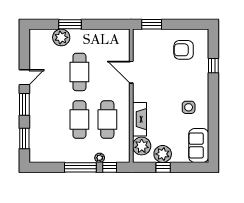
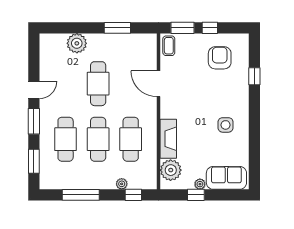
window: (70, 24) -> (117, 28), moved
window: (175, 24) -> (210, 28), added
coffee table: (140, 40) -> (169, 46), added
armchair: (184, 50) -> (220, 58), turned 90
cafe table: (52, 120) -> (66, 139), added
sofa: (199, 145) -> (226, 178), moved, turned 90
plant: (163, 154) -> (200, 184), width x0.53, depth x0.53
window: (80, 167) -> (81, 195), moved

